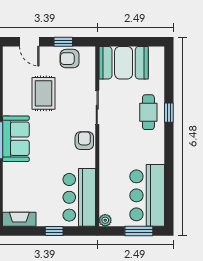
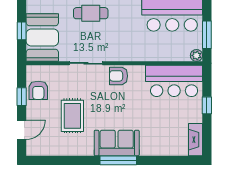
window: (130, 42) -> (22, 31), added
rug: (44, 93) -> (72, 116), turned 90
window: (139, 231) -> (207, 35), moved

